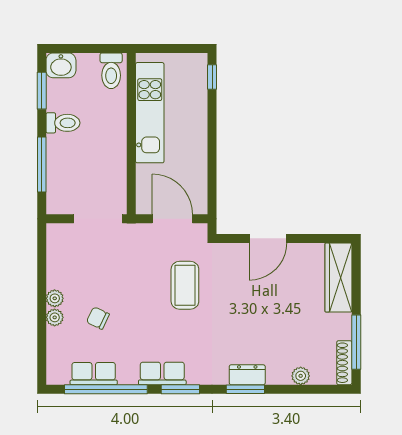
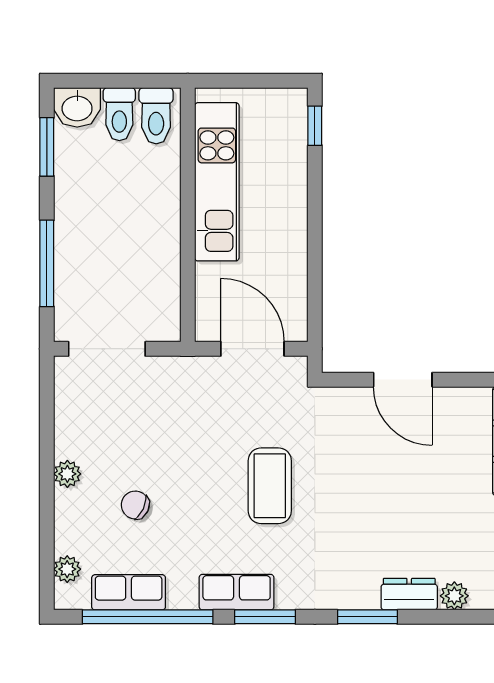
toilet: (63, 123) -> (119, 114), moved, turned 90
doorway: (98, 219) -> (107, 349), moved
door: (268, 238) -> (403, 380), hinge flipped
coffee table: (185, 285) -> (270, 486), moved
plant: (55, 317) -> (67, 569), moved
dresser: (247, 375) -> (409, 594), moved

